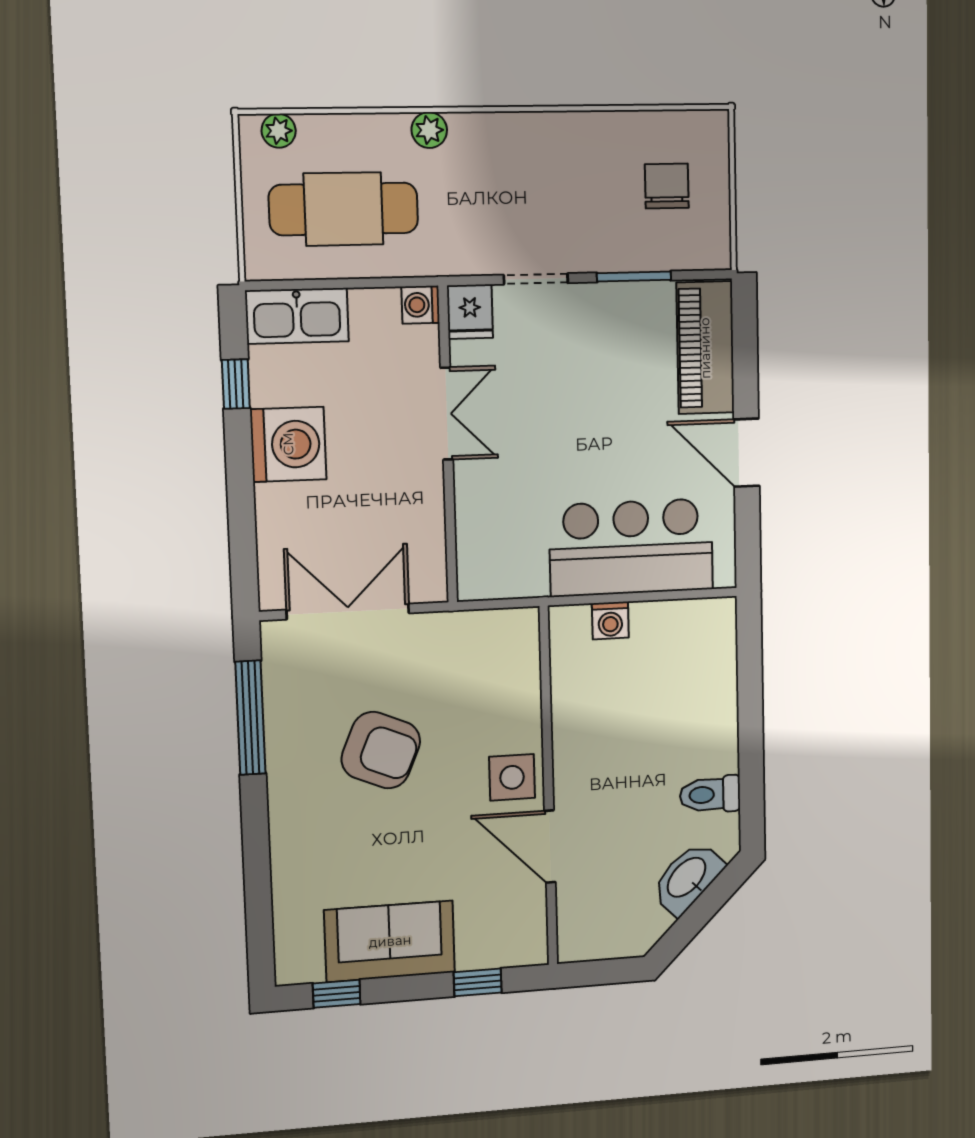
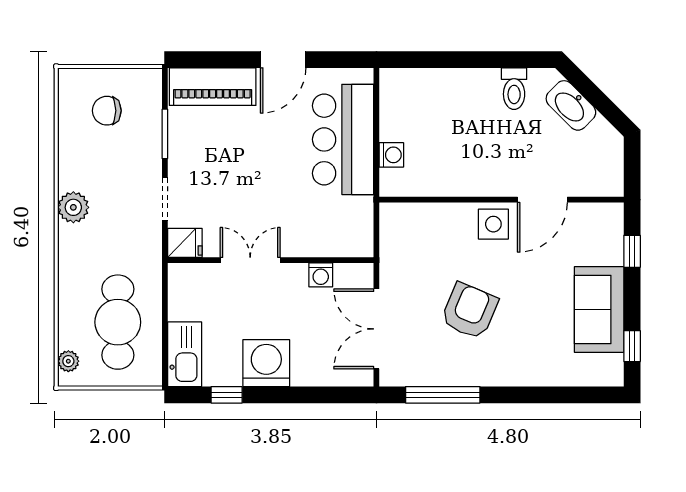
plant: (429, 130) -> (73, 207), moved, width x1.38, depth x1.38
washing machine: (421, 305) -> (321, 275), moved

